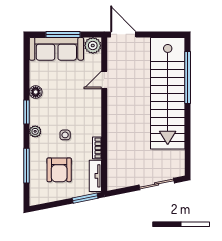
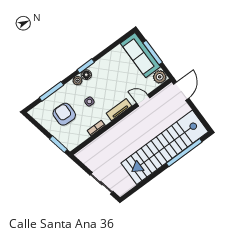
floor lamp: (36, 92) -> (86, 75), moved
armchair: (59, 170) -> (64, 114), turned 92
tv unit: (95, 176) -> (119, 110), moved

